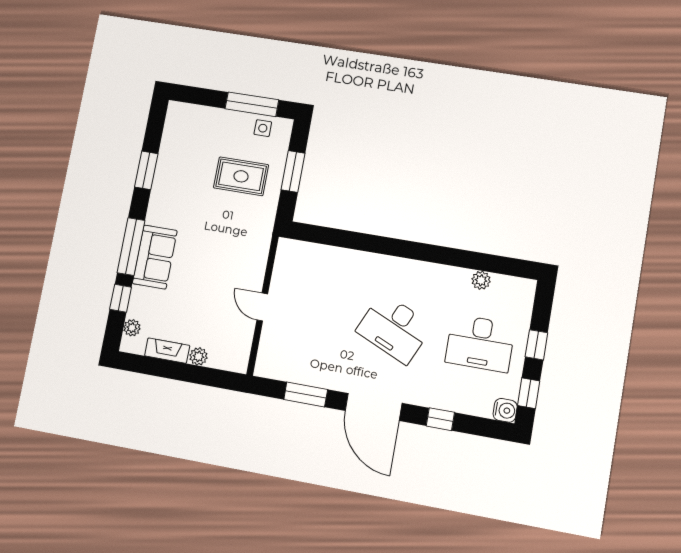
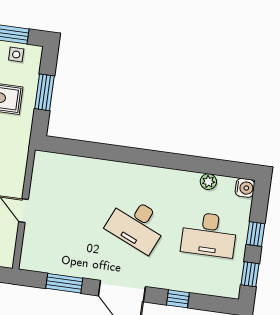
water cooler: (505, 410) -> (245, 188), moved

